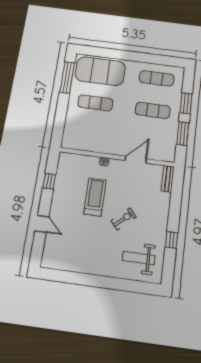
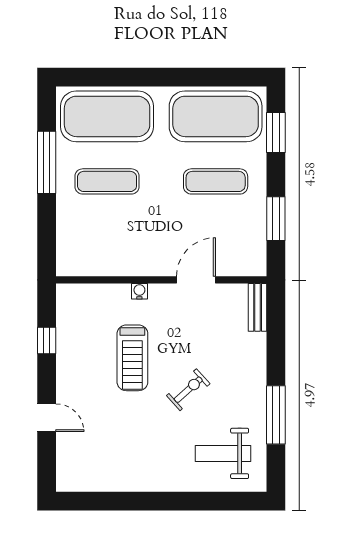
window: (67, 78) -> (47, 162), moved
exercise mat: (157, 78) -> (216, 116), width x2.00, depth x1.45
window: (186, 103) -> (276, 132), moved
treadmill: (95, 197) -> (132, 358), turned 180
window: (171, 240) -> (276, 415), width x2.17

